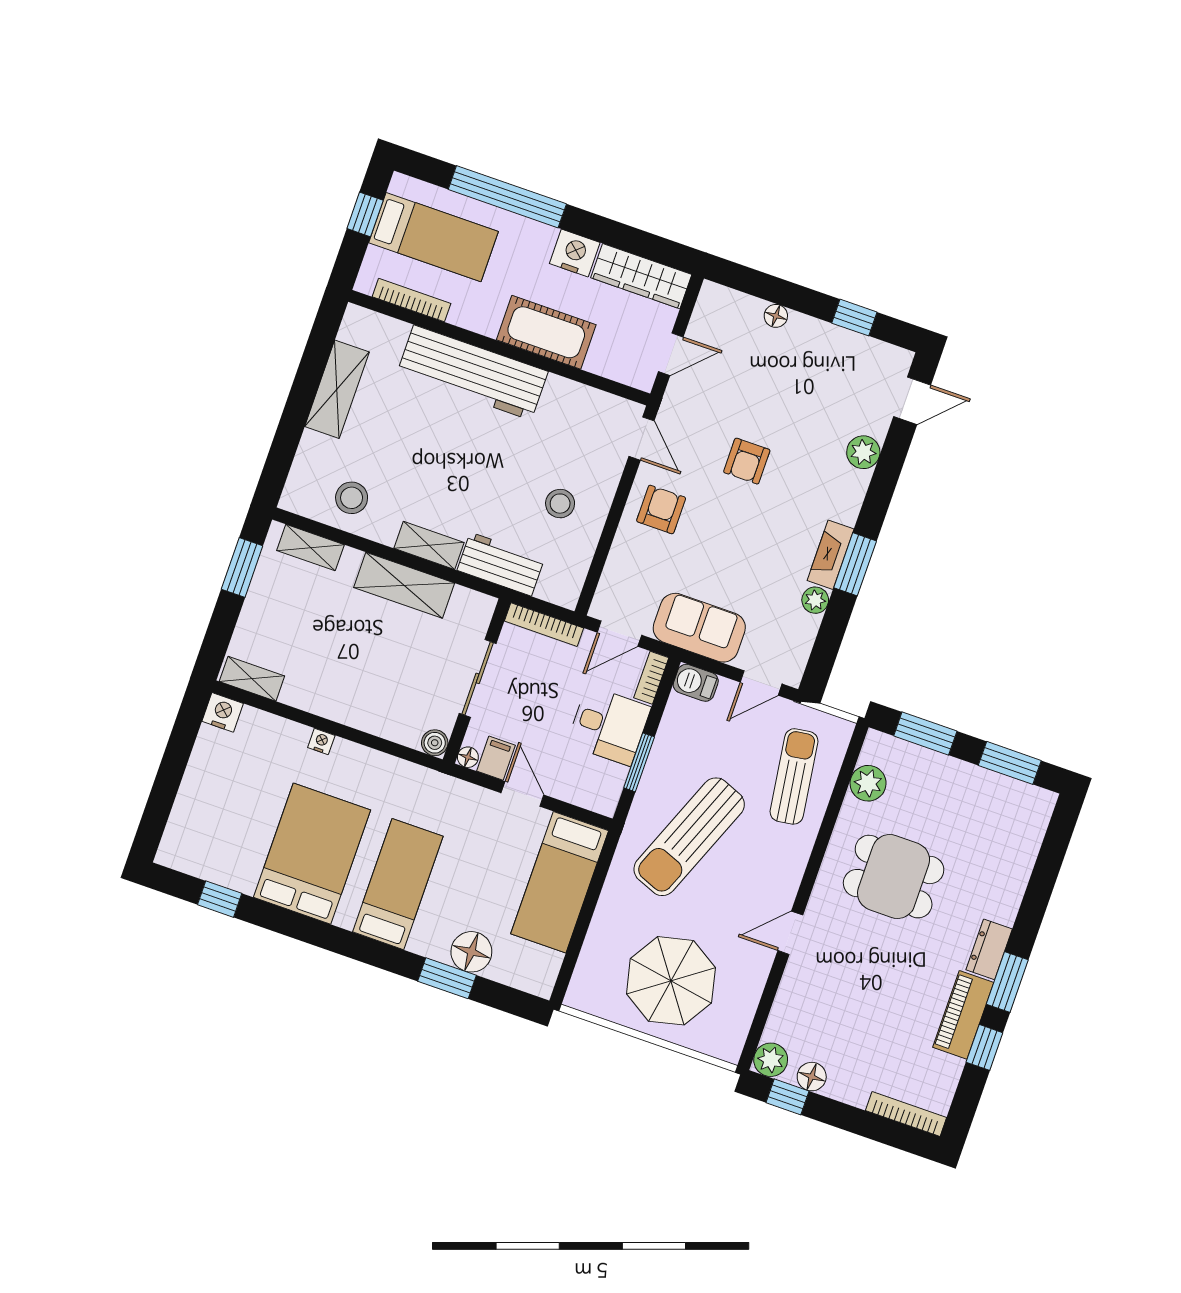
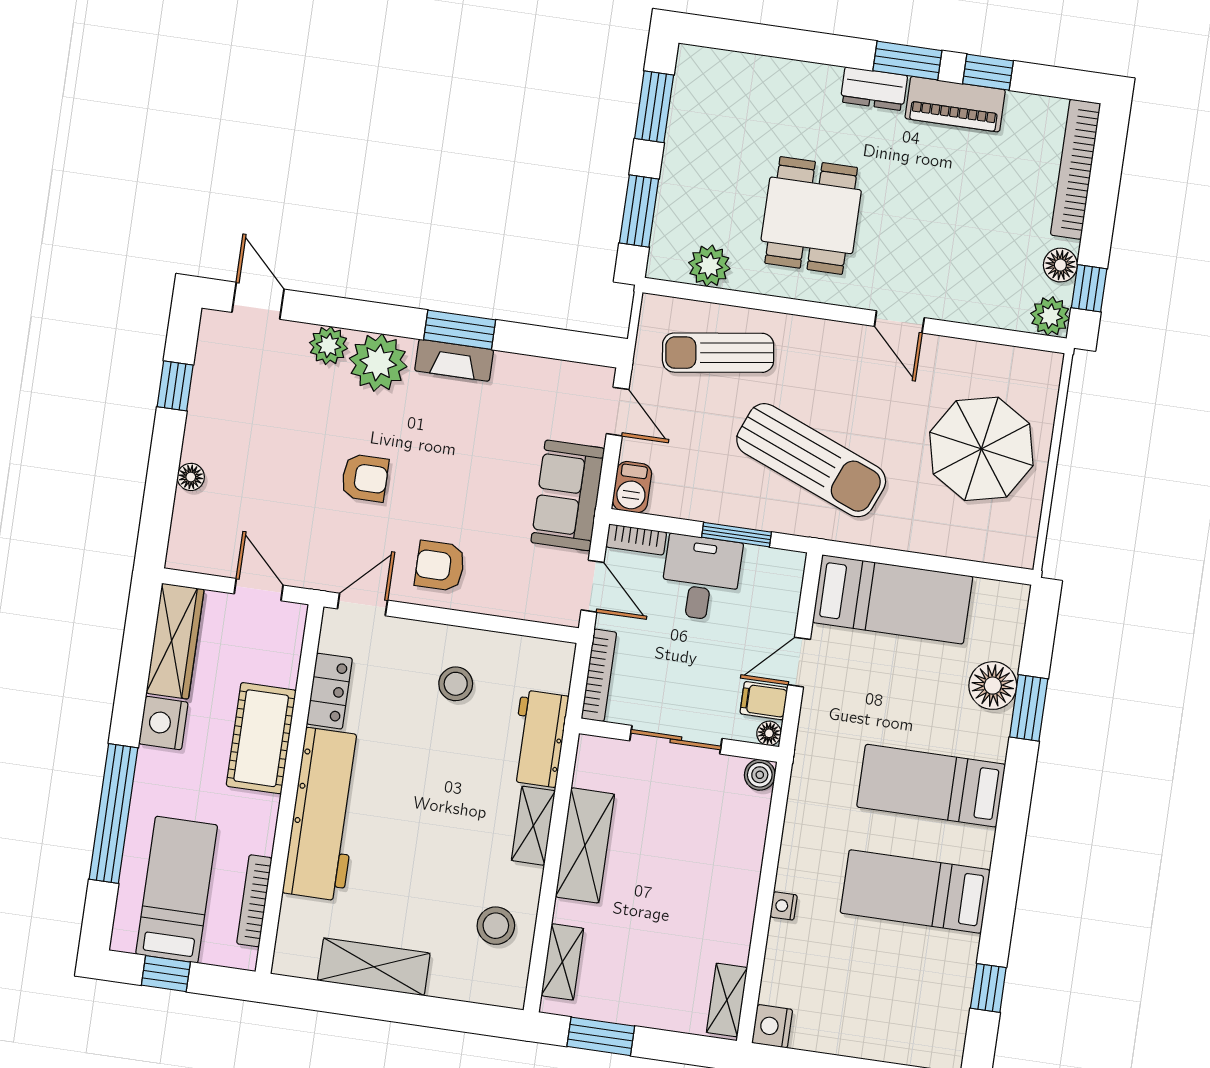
locker: (574, 397) -> (329, 691), added
plant: (815, 600) -> (378, 363), moved, width x1.88, depth x1.88
bed: (312, 854) -> (915, 891), width x0.67
bookcase: (906, 1114) -> (1076, 169), width x1.48, depth x1.31

